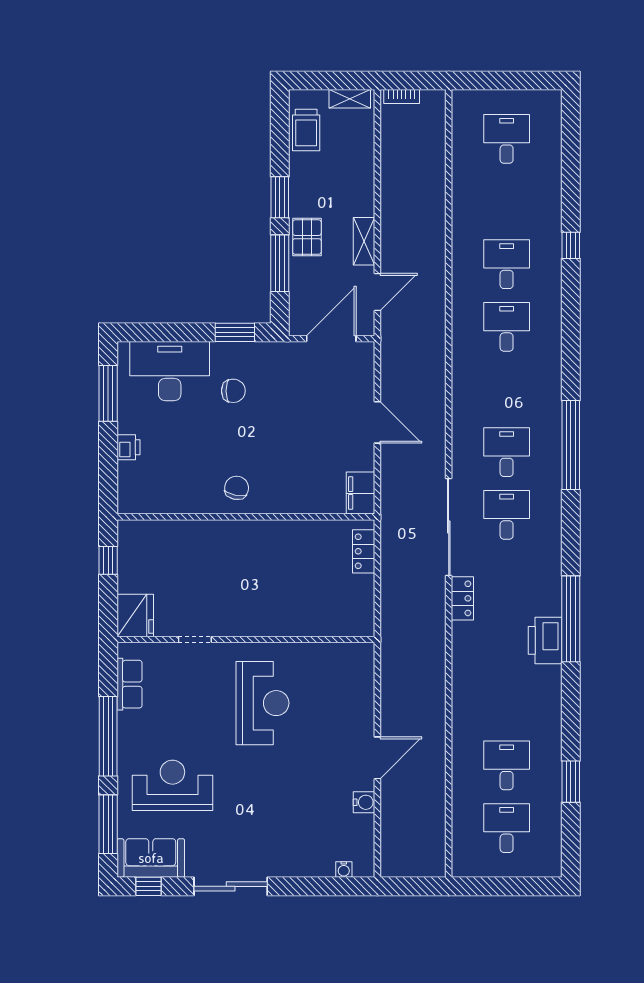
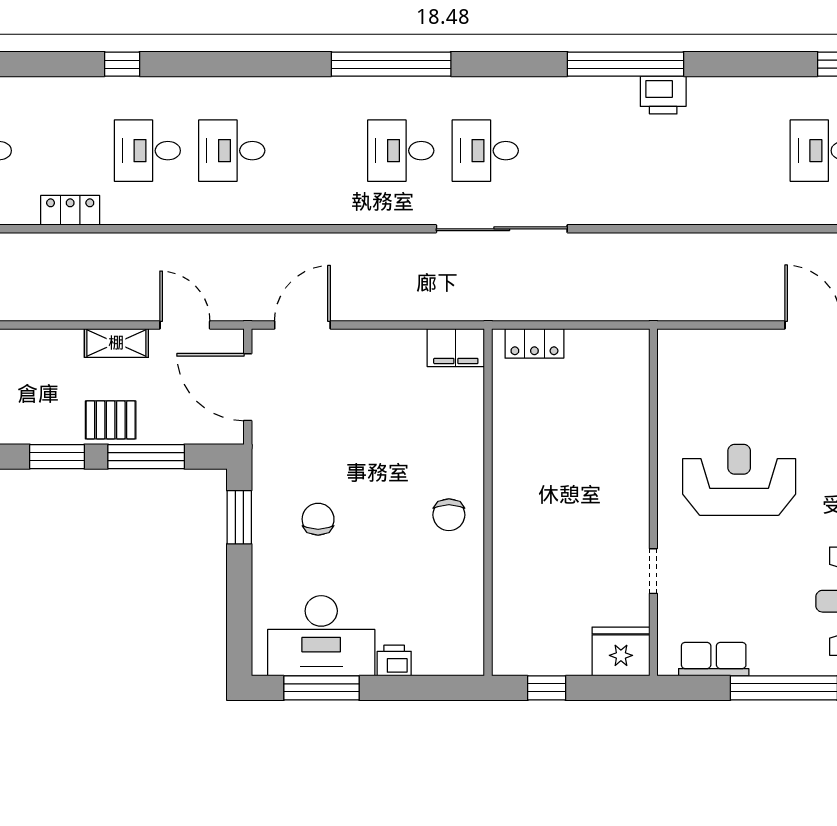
desk: (170, 371) -> (321, 636), moved, turned -90
door: (377, 422) -> (302, 325), moved
chair: (237, 488) -> (449, 515), turned -102
locker: (462, 598) -> (70, 210), moved
printer: (545, 640) -> (663, 95), width x0.73, depth x0.84

